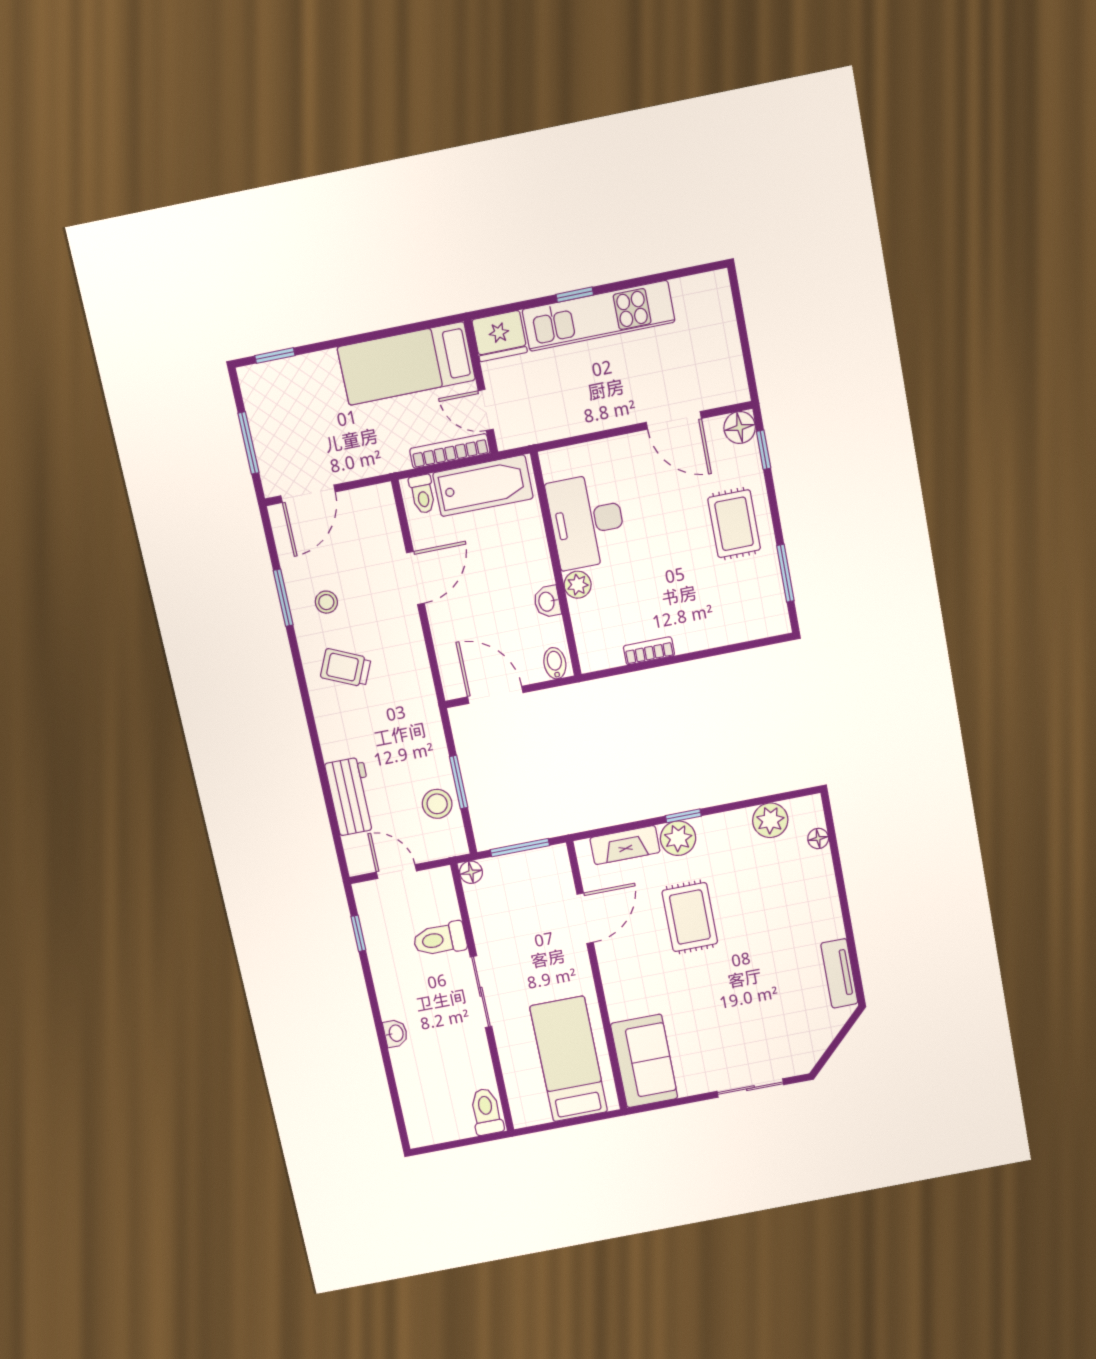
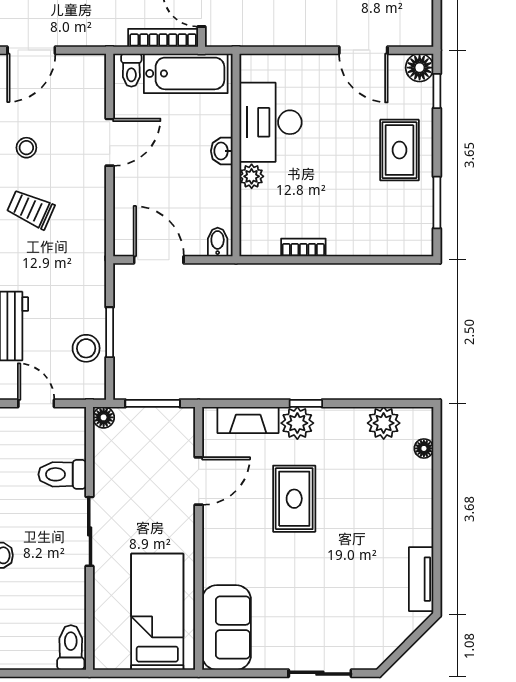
washbasin: (547, 602) -> (222, 151), moved

